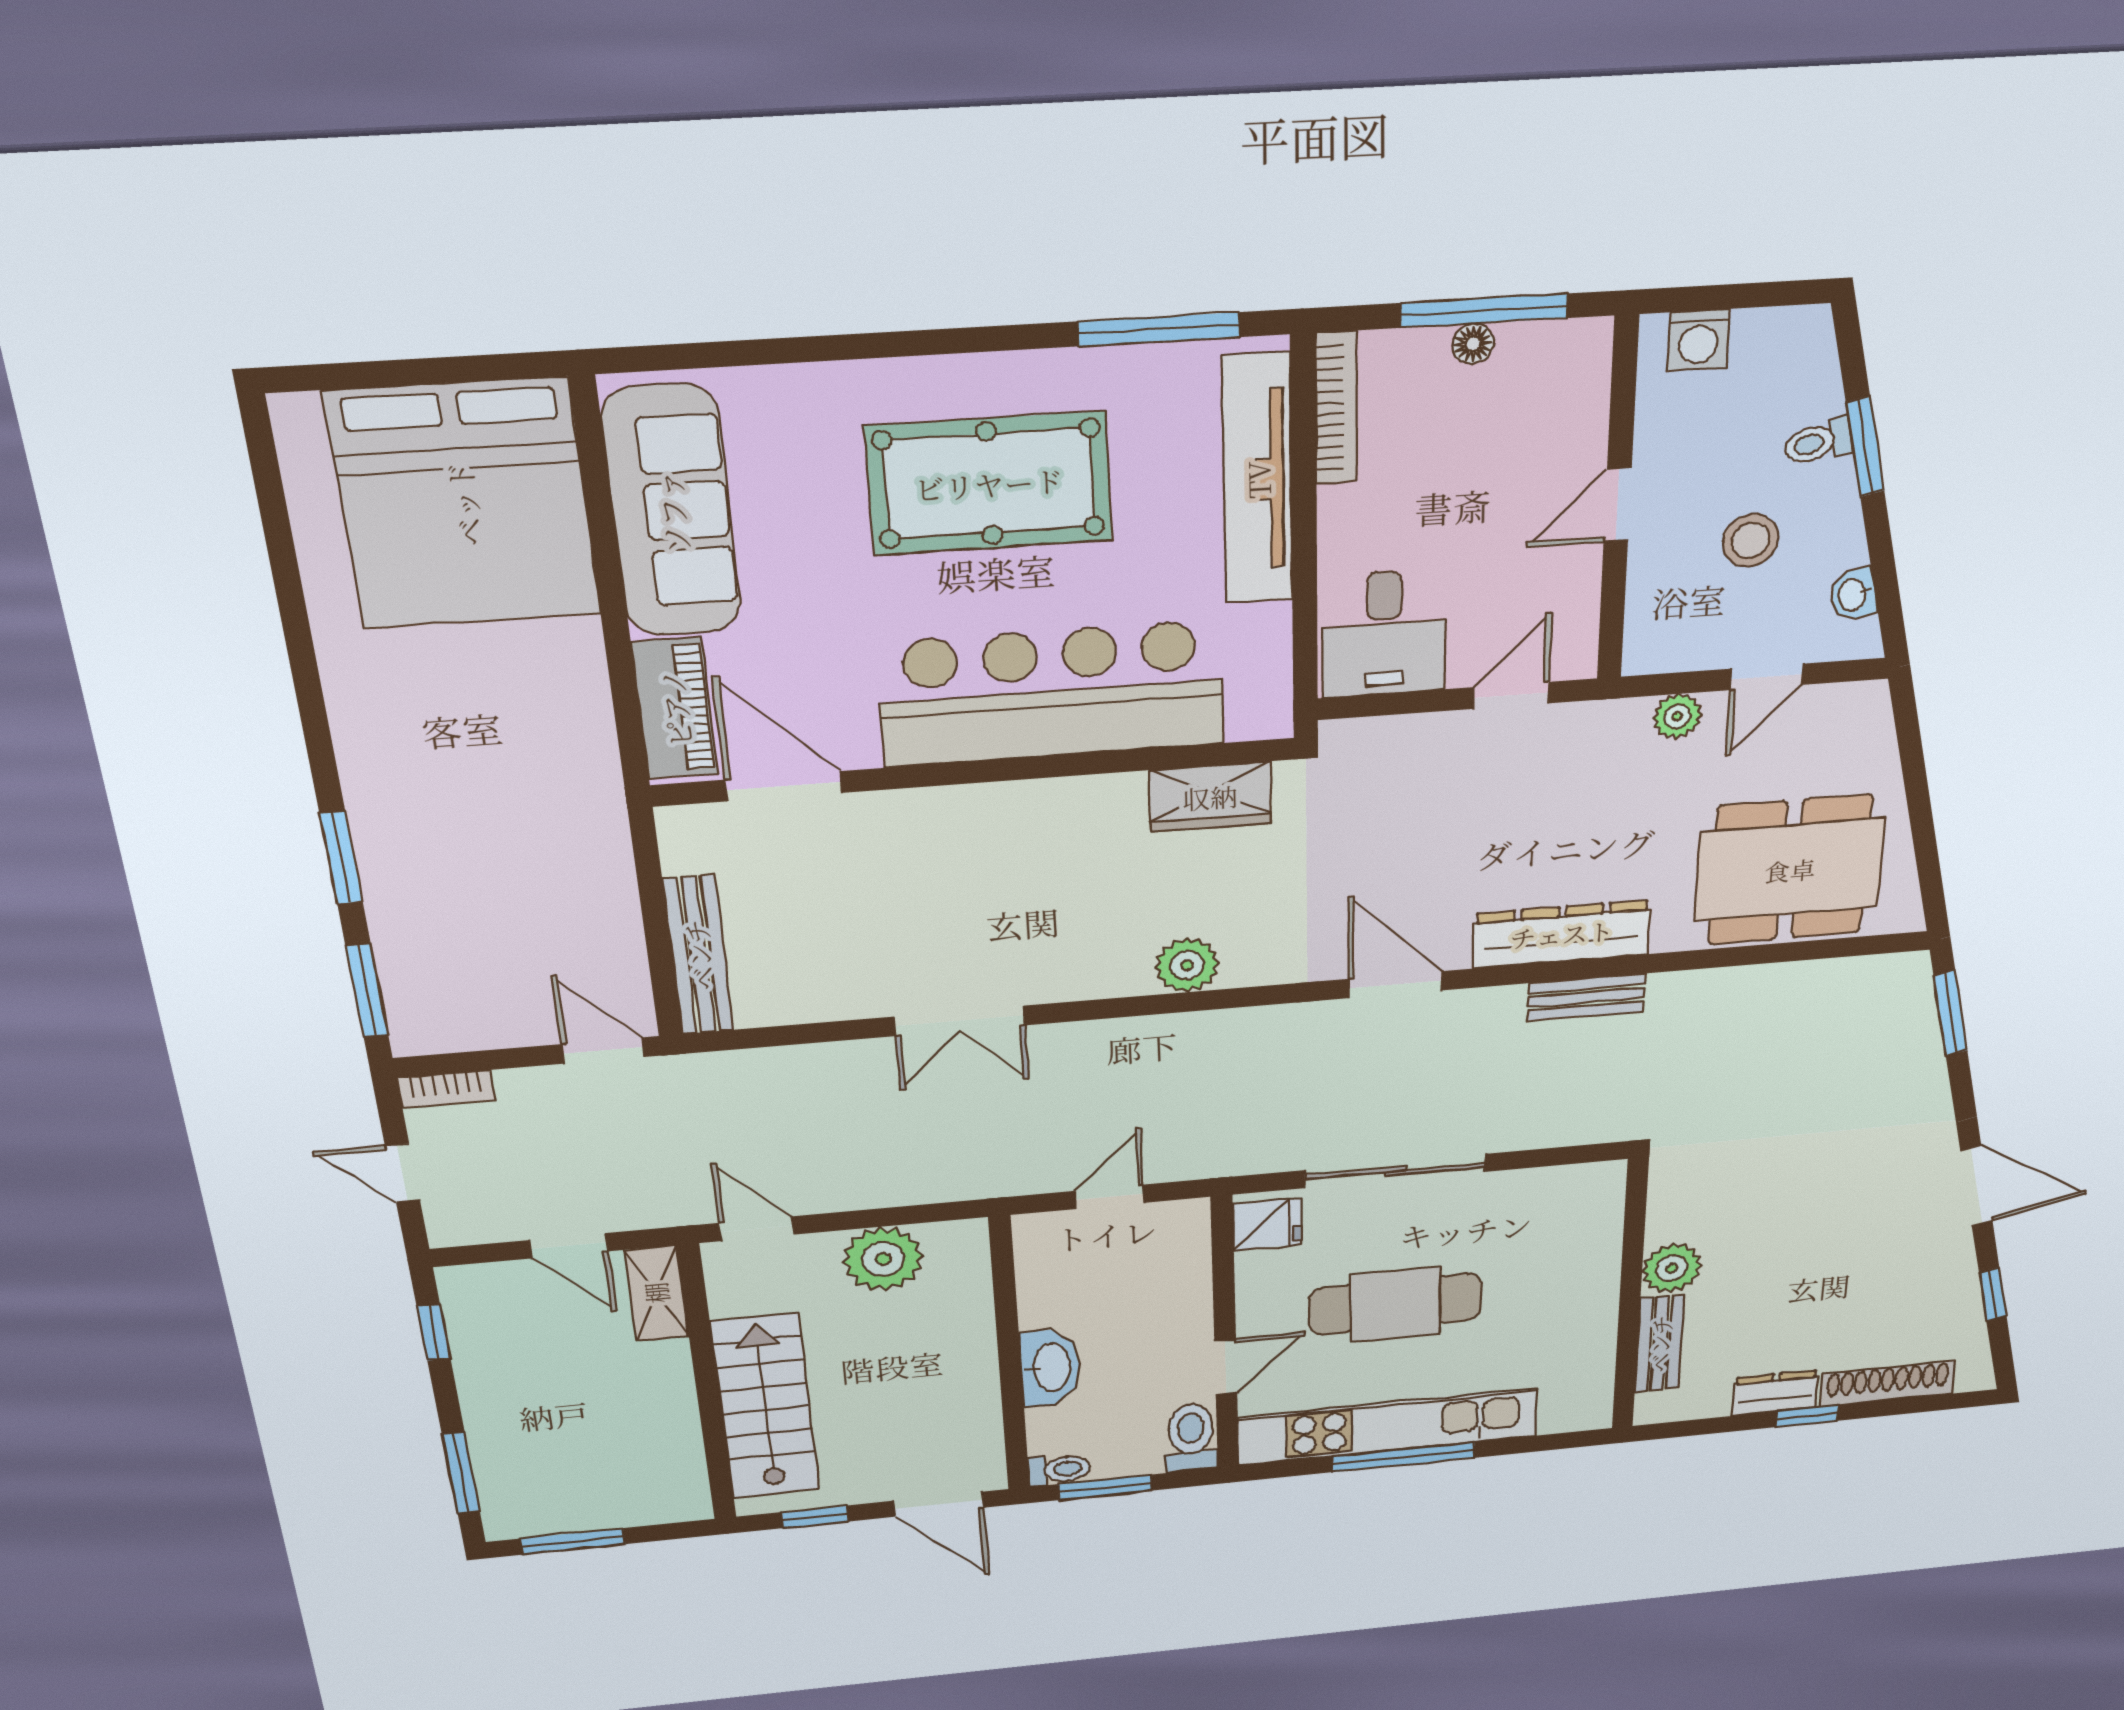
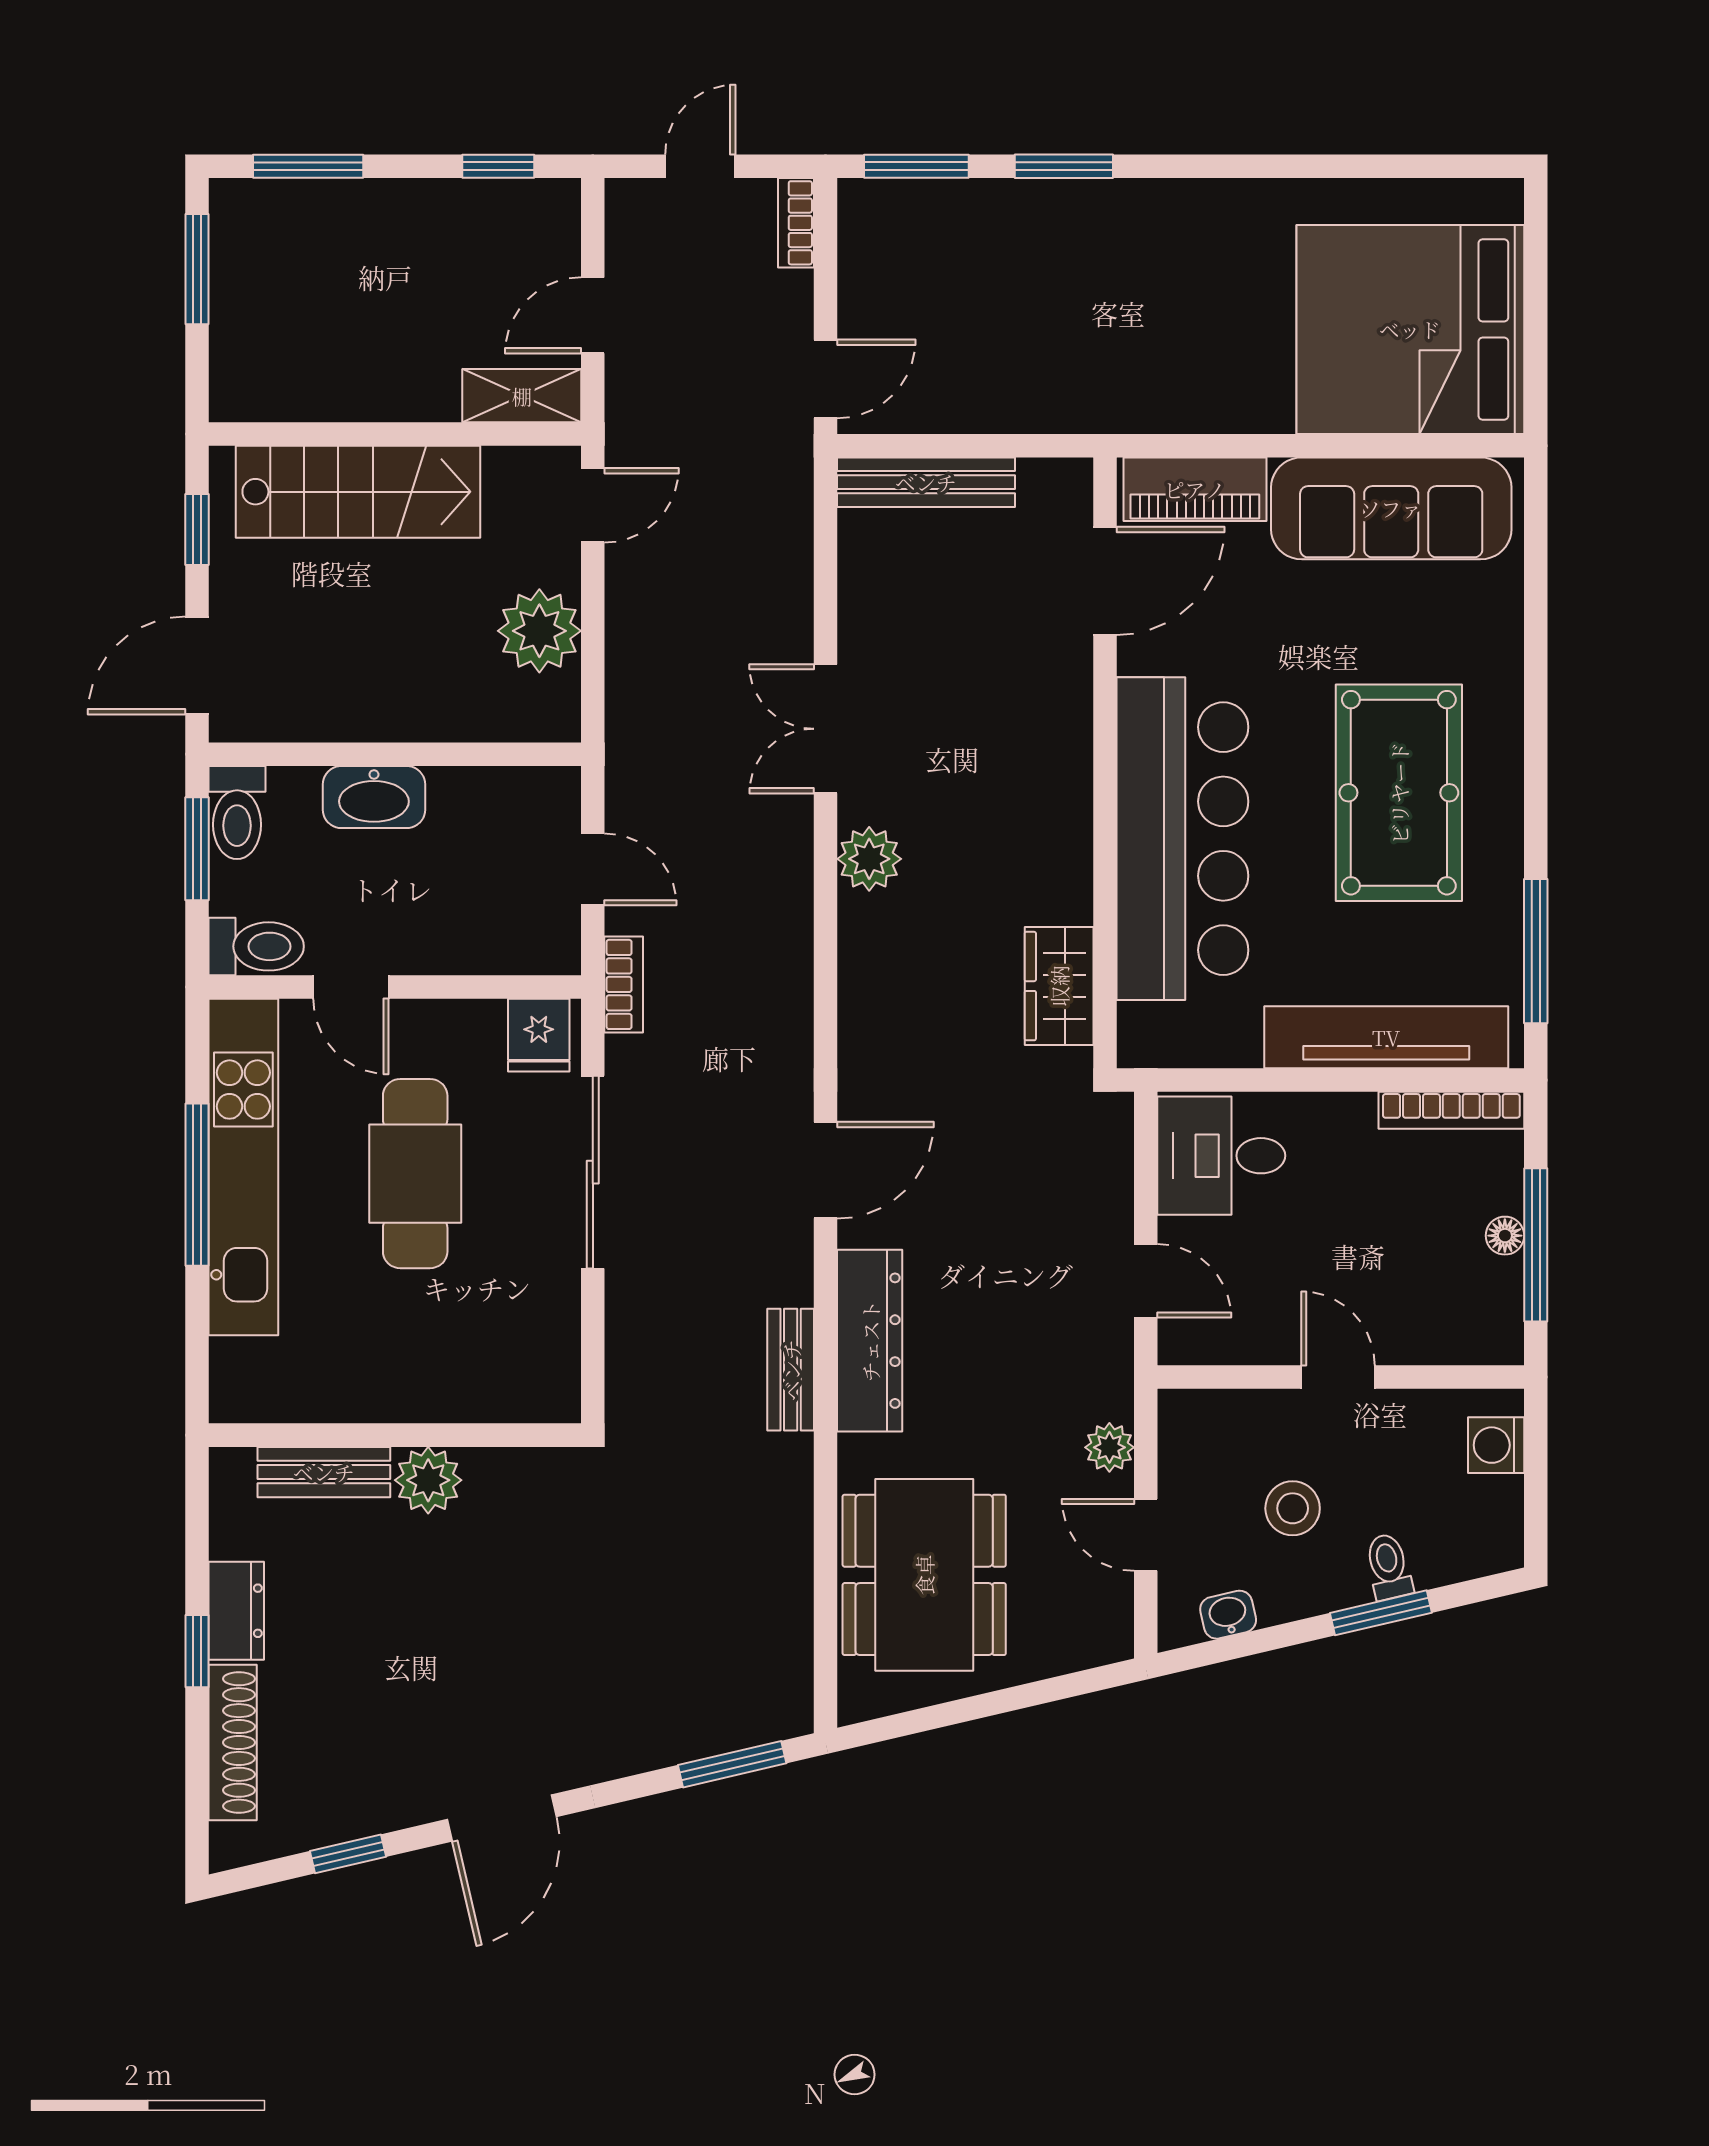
plant: (1187, 965) -> (869, 859), moved
bookcase: (1218, 1163) -> (624, 984), added
toilet: (1059, 1470) -> (237, 813), width x1.37, depth x1.39

